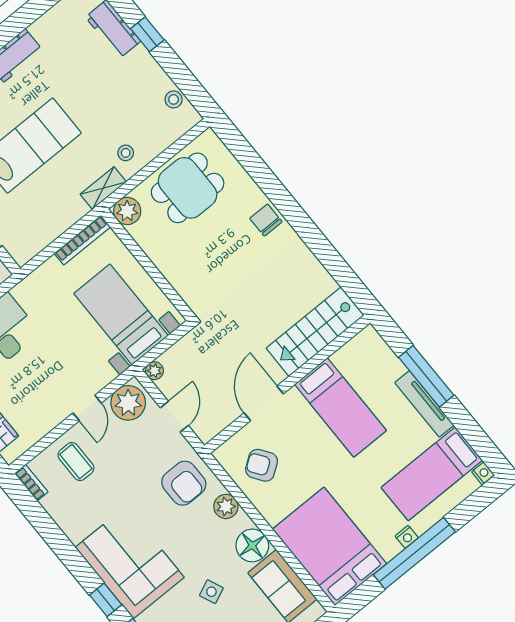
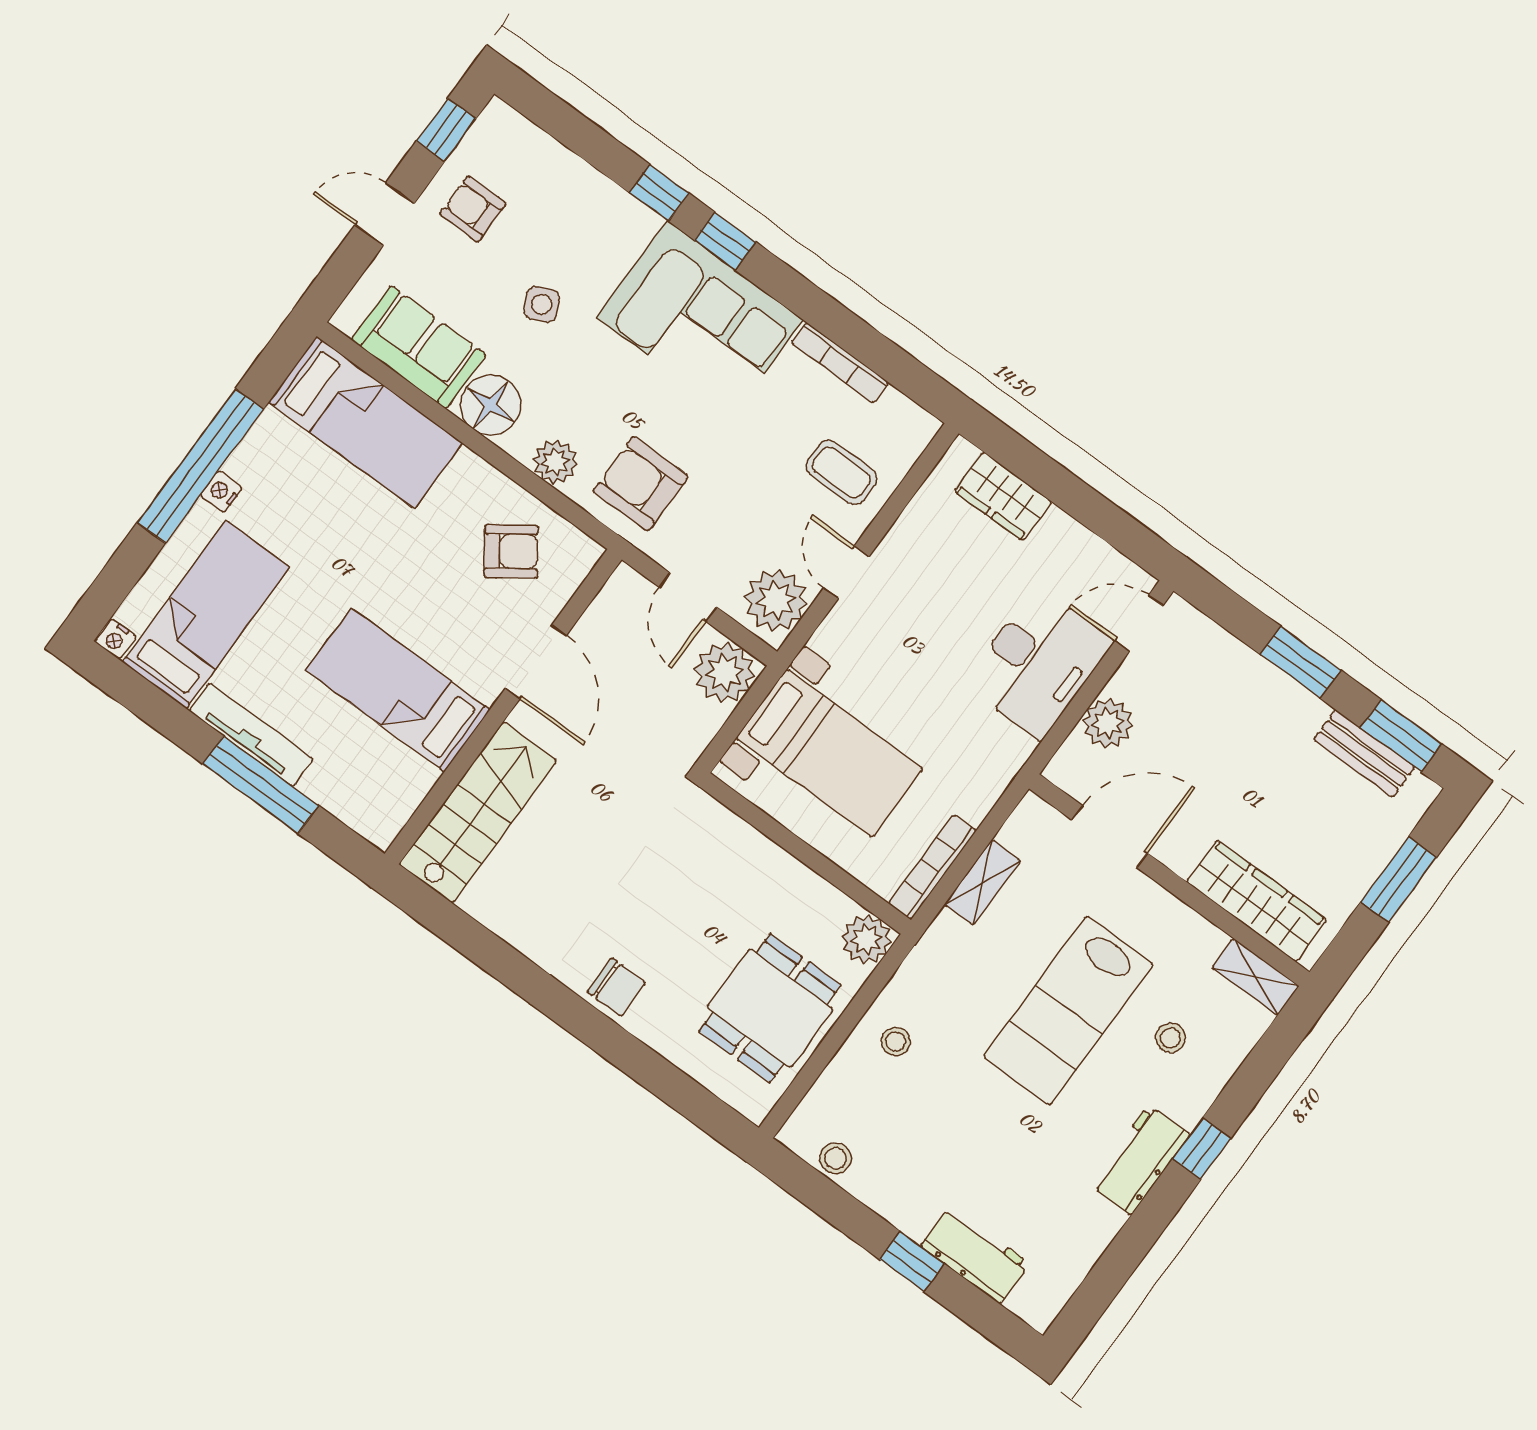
shelving: (103, 188) -> (982, 883), moved
plant: (154, 371) -> (724, 672), width x1.87, depth x1.87
bookcase: (31, 483) -> (840, 363), moved, width x1.56
bed: (329, 546) -> (366, 422), width x0.67

